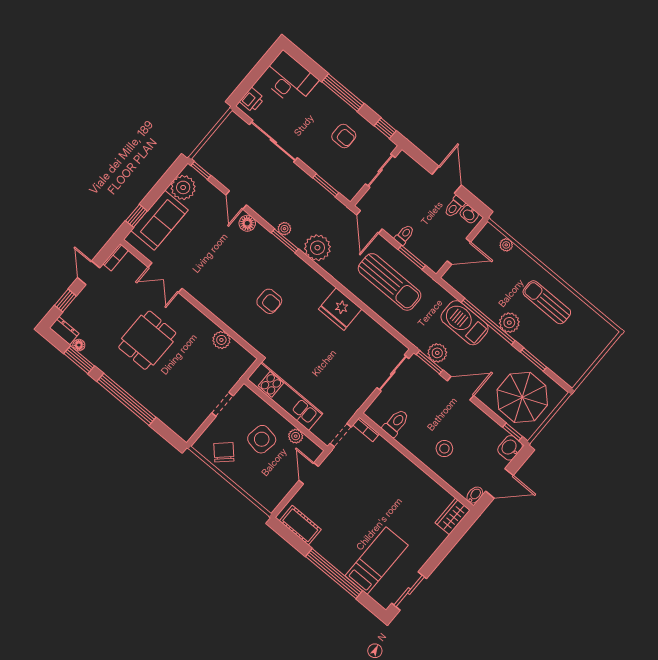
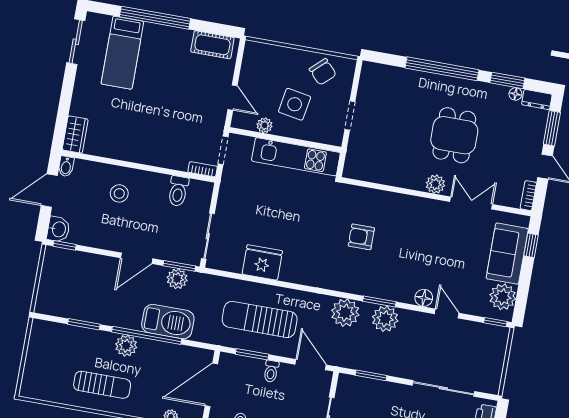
plant: (284, 229) -> (385, 319), width x1.88, depth x1.88
door: (459, 251) -> (211, 385), width x1.36
window: (65, 301) -> (552, 128), width x1.50
fridge: (340, 309) -> (262, 262), moved
plant: (221, 340) -> (435, 184), moved
parasol: (522, 397) -> (74, 283), removed

